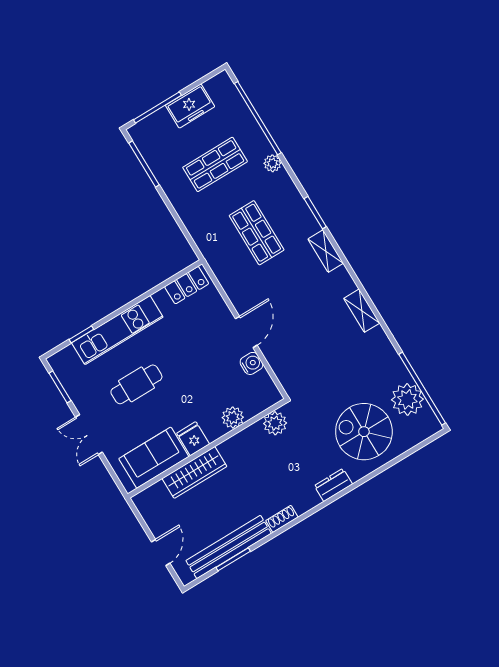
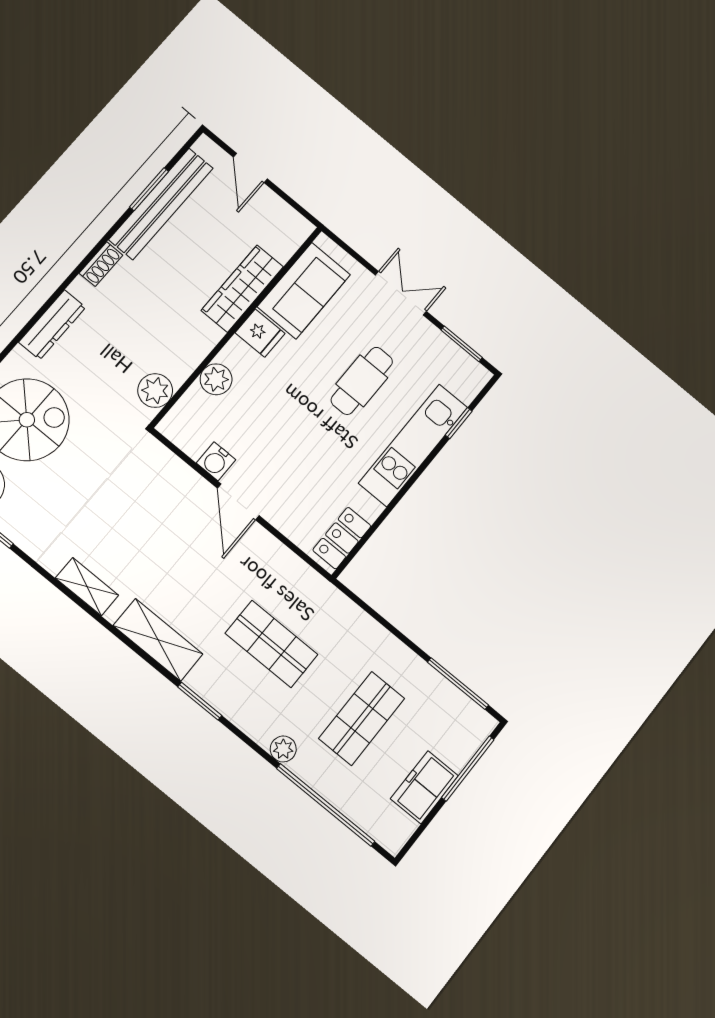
shelving: (326, 251) -> (158, 640), width x1.50, depth x1.33
dresser: (333, 485) -> (52, 325), width x1.44

